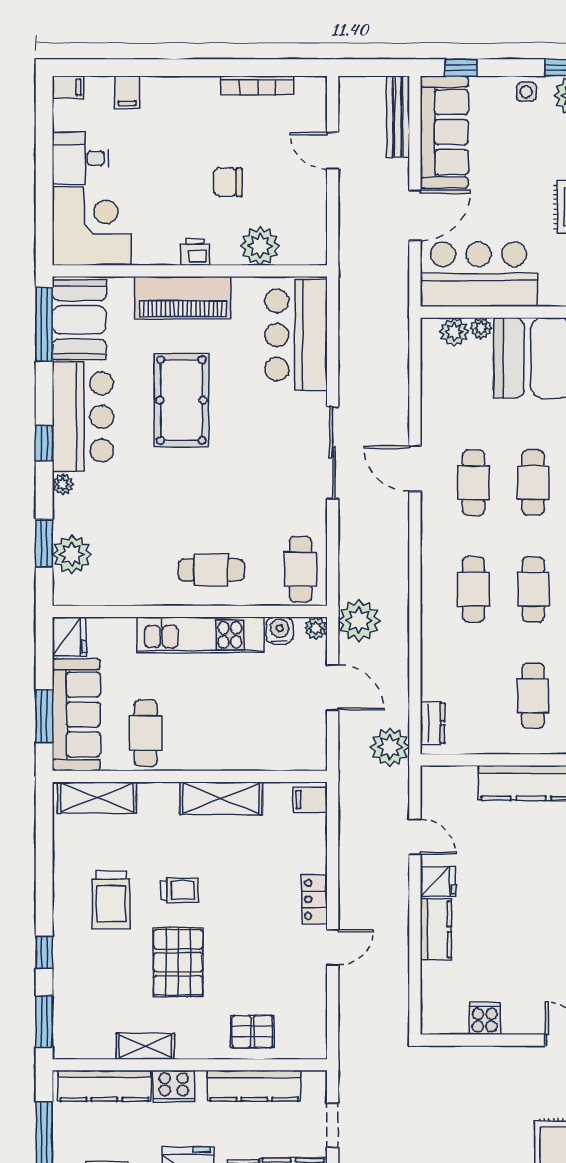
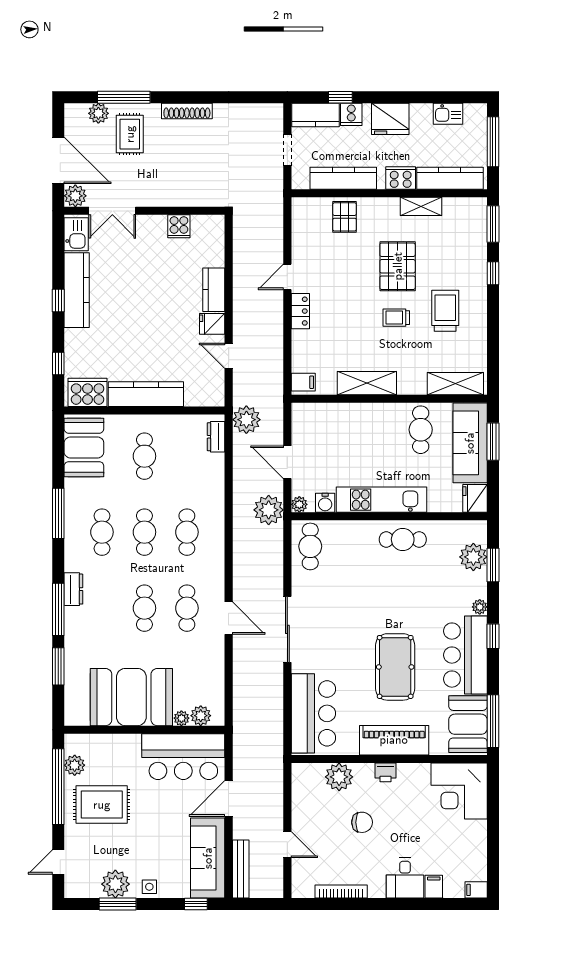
desk: (81, 158) -> (405, 878), moved, turned 90
cafe table: (211, 570) -> (403, 539), moved
pallet: (252, 1032) -> (345, 217), turned 90

